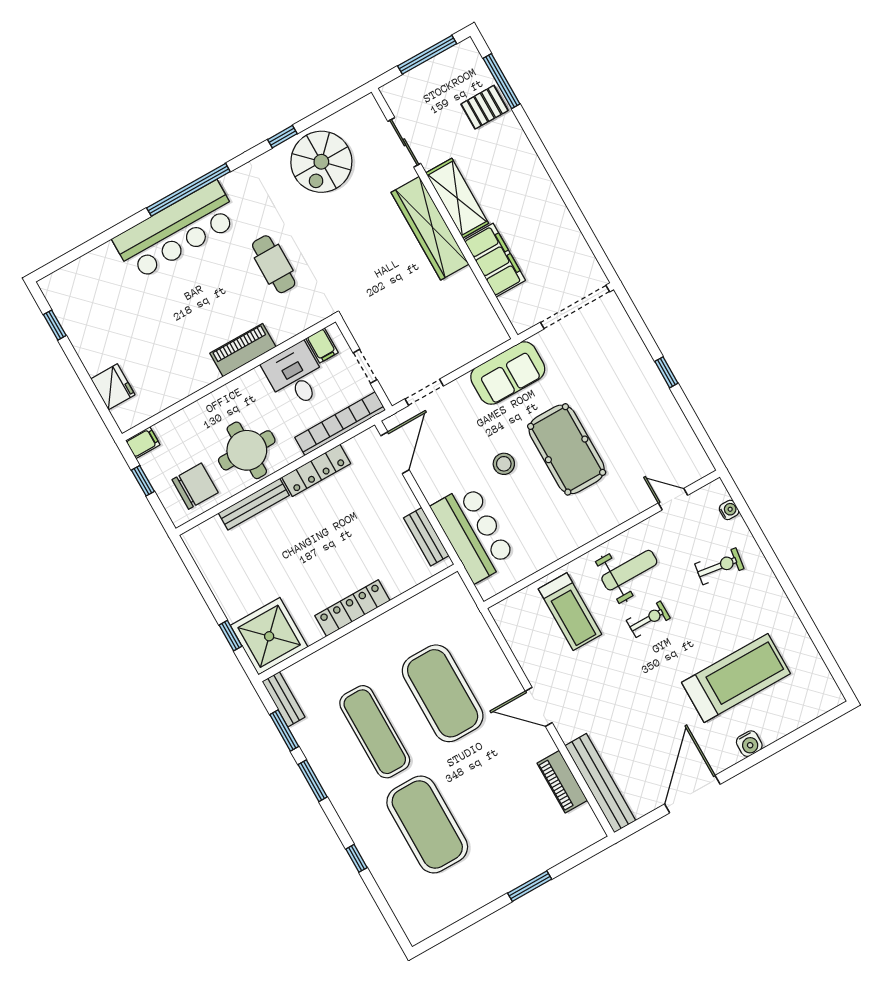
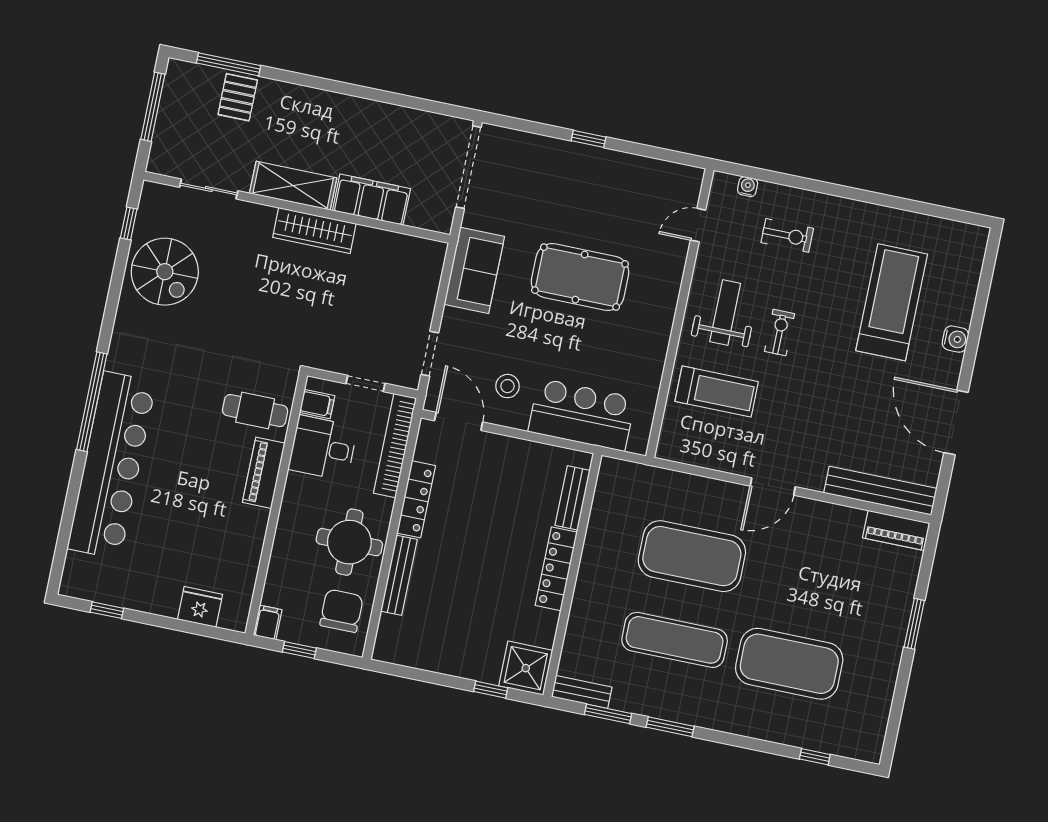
window: (282, 137) -> (129, 224), moved
wardrobe: (430, 228) -> (314, 231), width x0.71, depth x0.85
bar counter: (176, 231) -> (112, 465), width x1.36
cafe table: (274, 264) -> (255, 411), moved
stool: (504, 464) -> (507, 386), moved
bench: (426, 537) -> (573, 498), moved, turned 90
exercise bike: (719, 566) -> (787, 235), turned 82
shower: (269, 636) -> (526, 668), width x0.73, depth x0.73
piano: (562, 782) -> (896, 530), moved
window: (356, 858) -> (815, 757), moved

